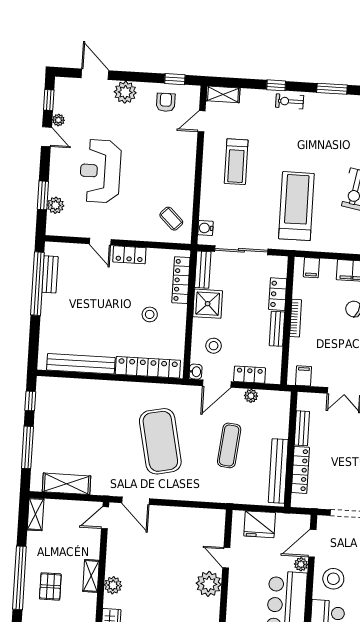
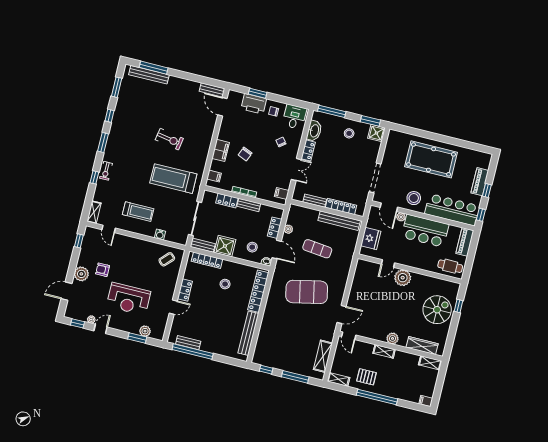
armchair: (166, 102) -> (103, 270), moved
water cooler: (205, 228) -> (160, 235), moved
pallet: (50, 586) -> (366, 377), moved

